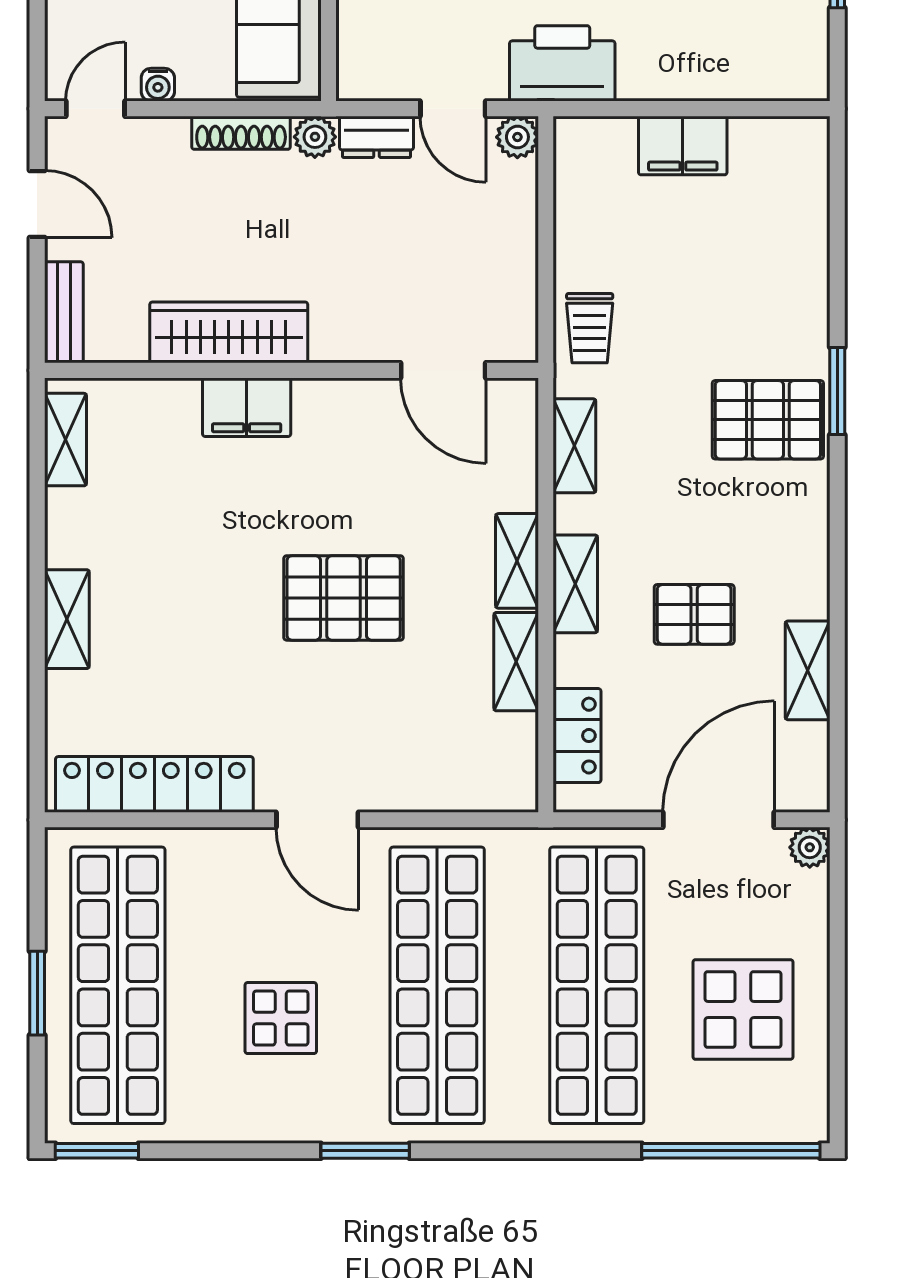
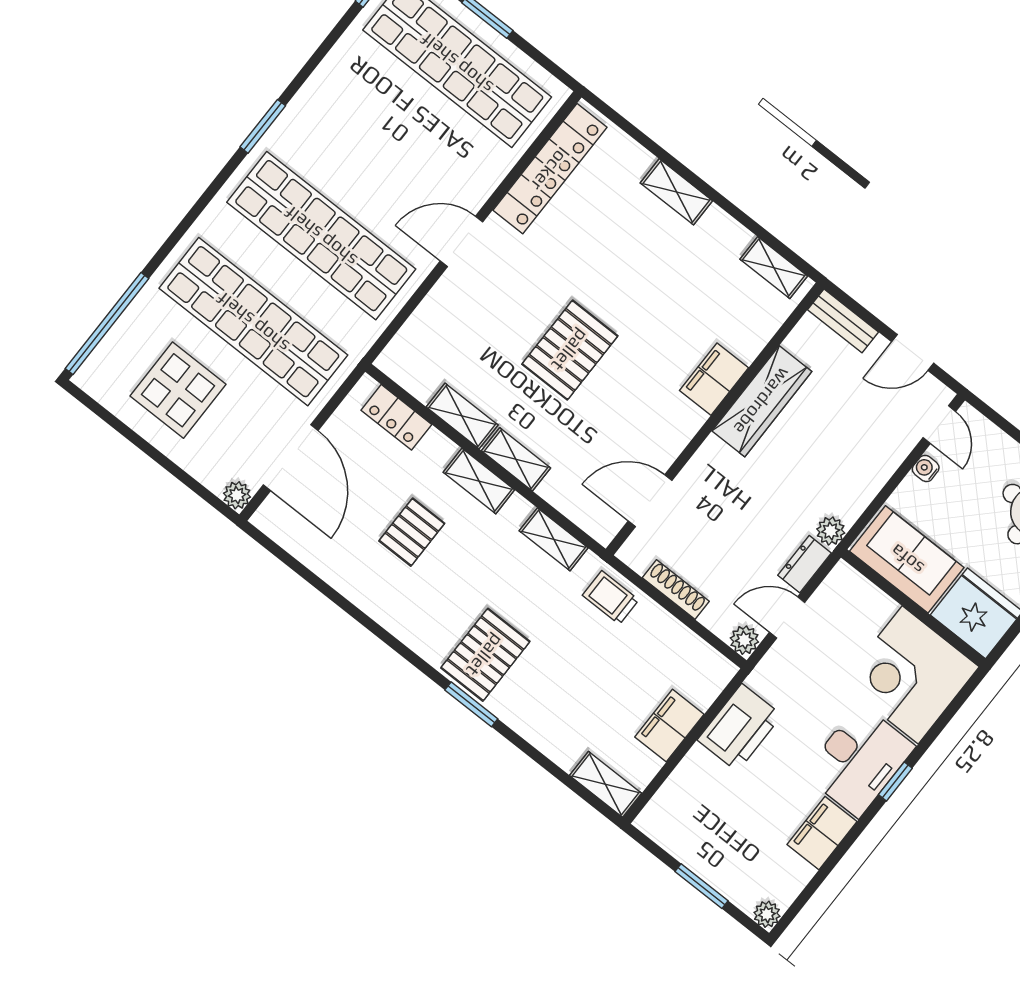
printer: (562, 63) -> (740, 728), moved
shoe rack: (241, 133) -> (676, 590), moved, turned 90
shelving: (808, 670) -> (606, 784), moved
display table: (281, 1018) -> (370, 137), removed

